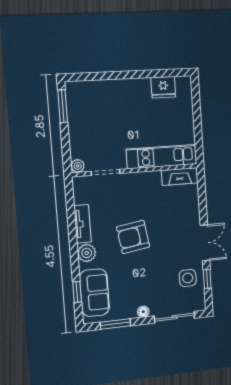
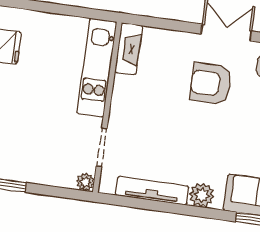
tv unit: (83, 224) -> (152, 191), width x1.41
armchair: (133, 237) -> (211, 83), moved, turned 99

